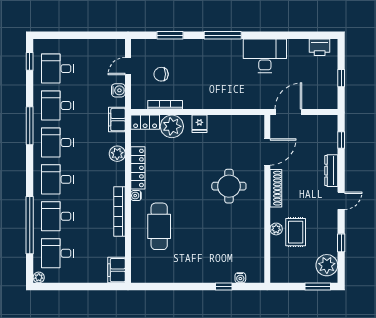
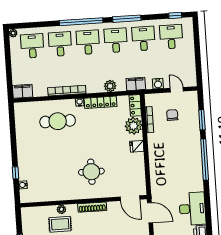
window: (223, 35) -> (205, 160), width x1.46
desk: (265, 56) -> (192, 209), moved
door: (267, 152) -> (130, 198), moved
window: (30, 225) -> (81, 22), moved

